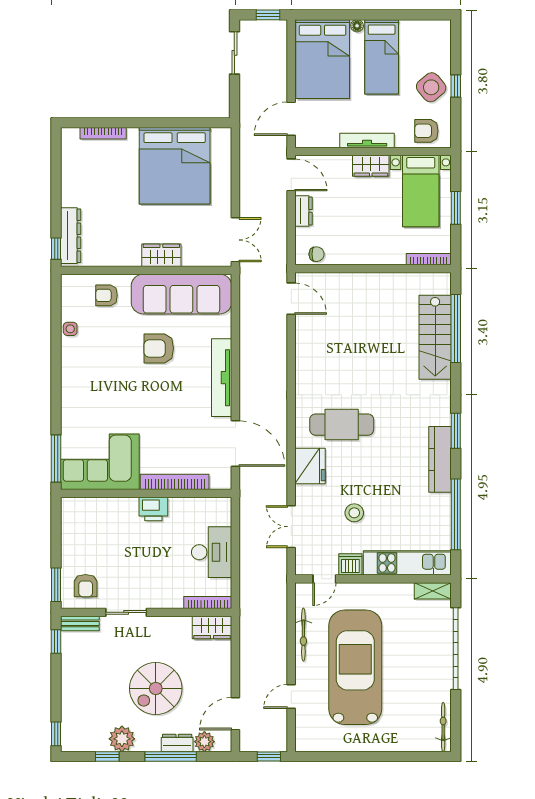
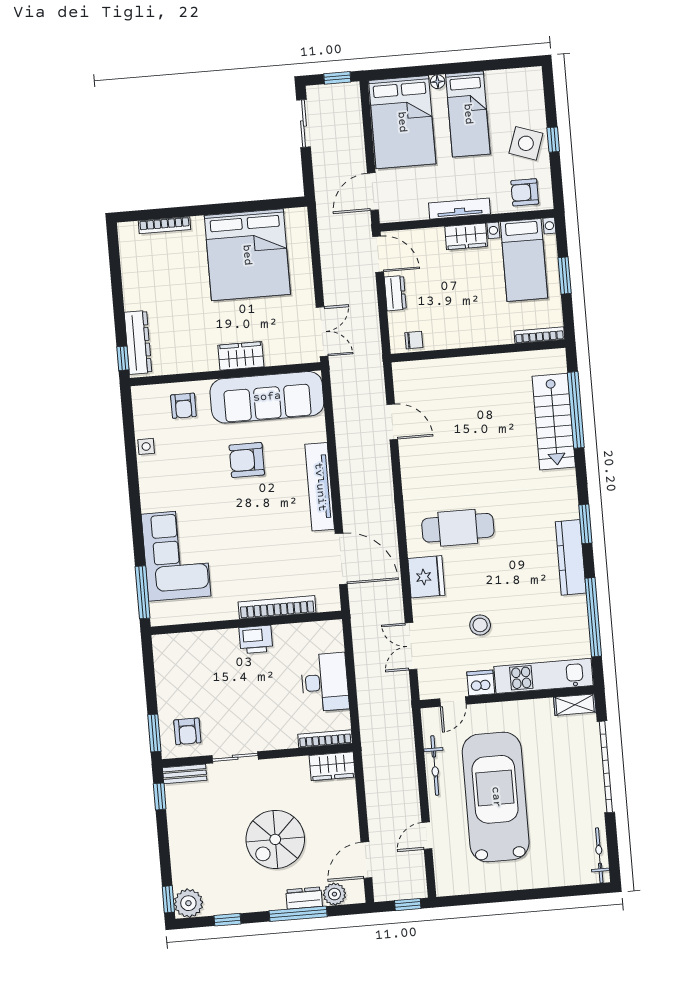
side table: (431, 87) -> (526, 143), turned -31
armchair: (106, 295) -> (183, 406), turned -90
door: (291, 299) -> (392, 422), moved
corner sofa: (100, 462) -> (176, 555), moved, turned 90
plant: (122, 739) -> (188, 903), moved

